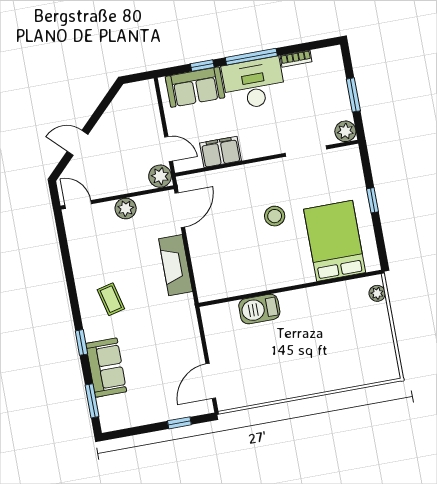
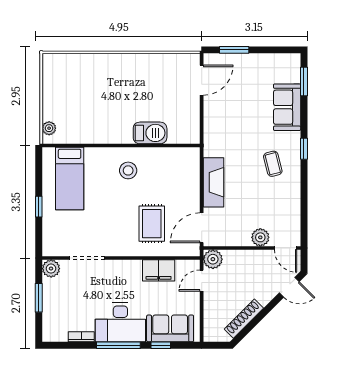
shoe rack: (112, 114) -> (244, 319), added
door: (77, 143) -> (289, 287), moved
door: (169, 149) -> (202, 281), hinge flipped
rug: (238, 204) -> (152, 224), added
plant: (126, 209) -> (260, 237), moved
stool: (275, 216) -> (128, 170), moved
bed: (335, 241) -> (70, 179), width x0.67
window: (81, 342) -> (304, 149), moved
window: (179, 423) -> (234, 50), width x1.50

